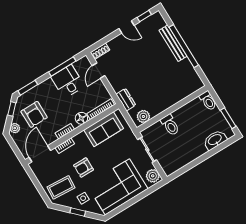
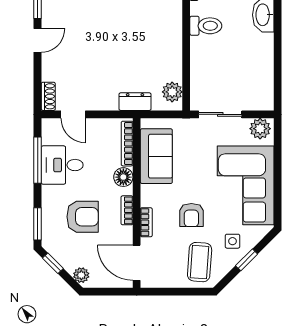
armchair: (34, 114) -> (83, 217), moved
toilet: (170, 125) -> (206, 26), moved

